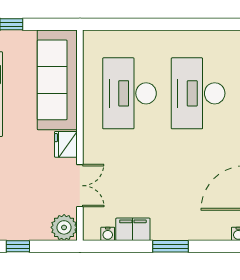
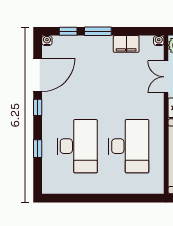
water cooler: (108, 234) -> (159, 41), moved
window: (210, 246) -> (68, 31), added

